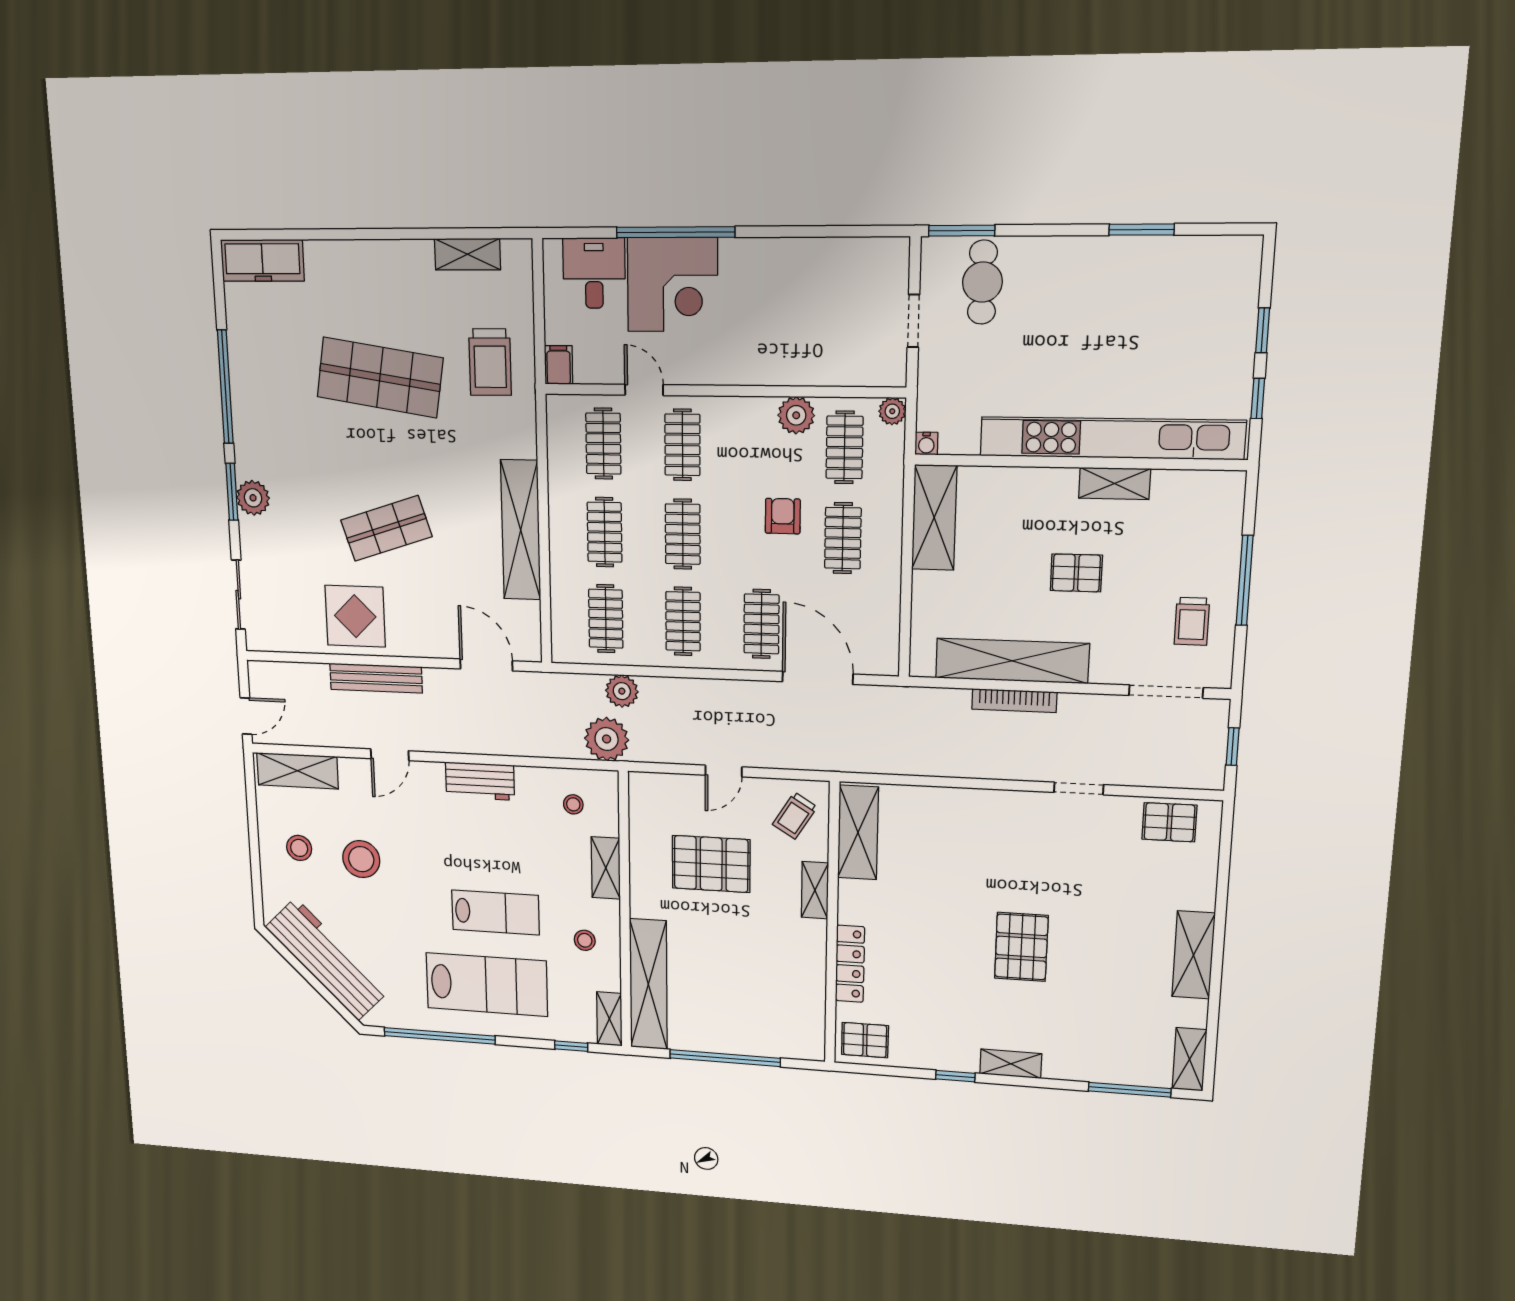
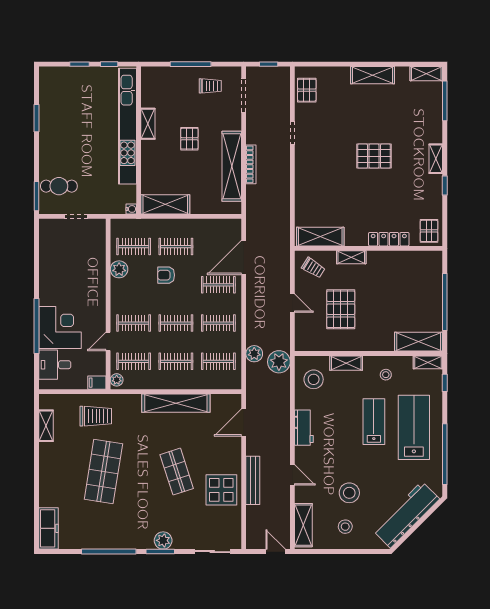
plant: (892, 411) -> (117, 380), moved
stool: (573, 804) -> (314, 379), width x1.89, depth x1.89
shelving: (648, 984) -> (419, 342), width x0.68

